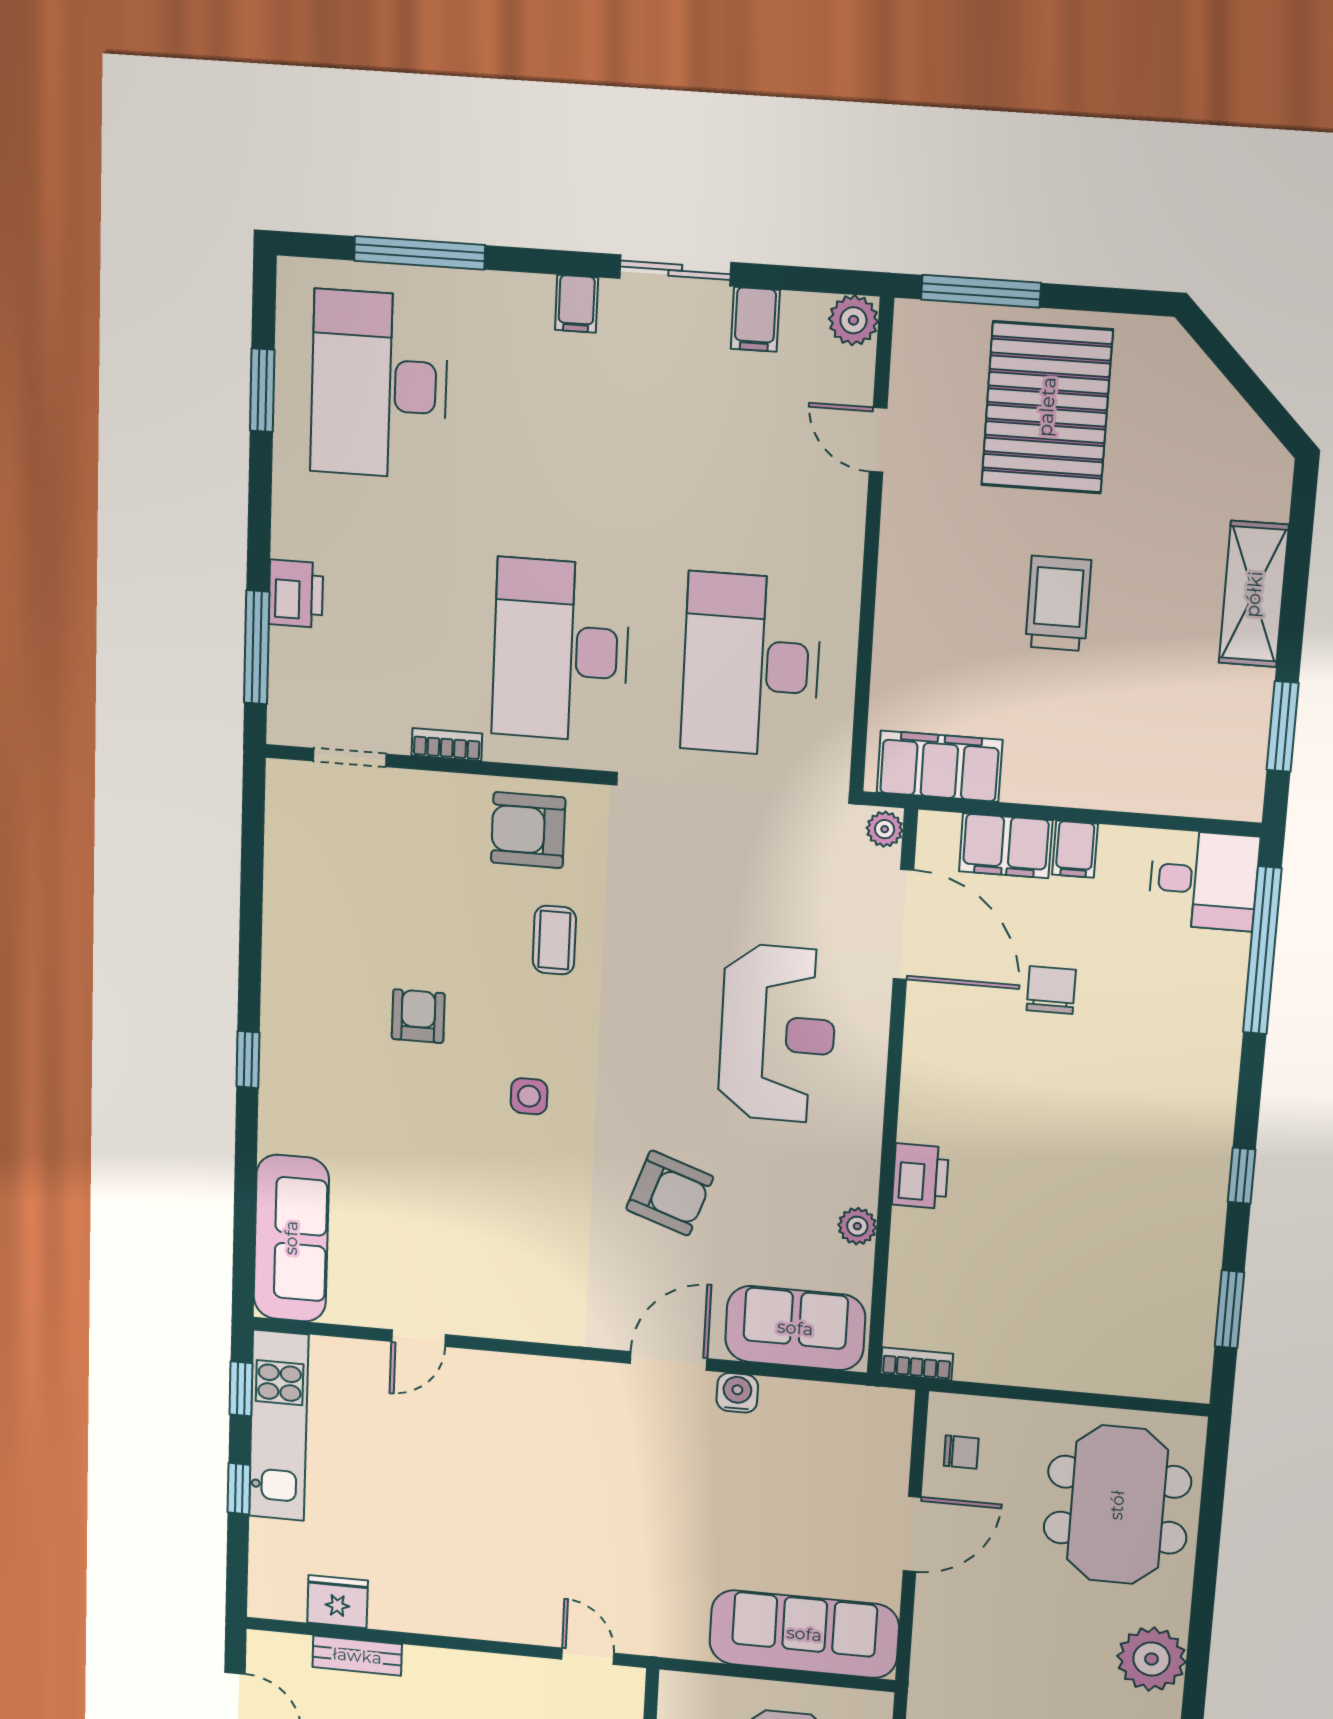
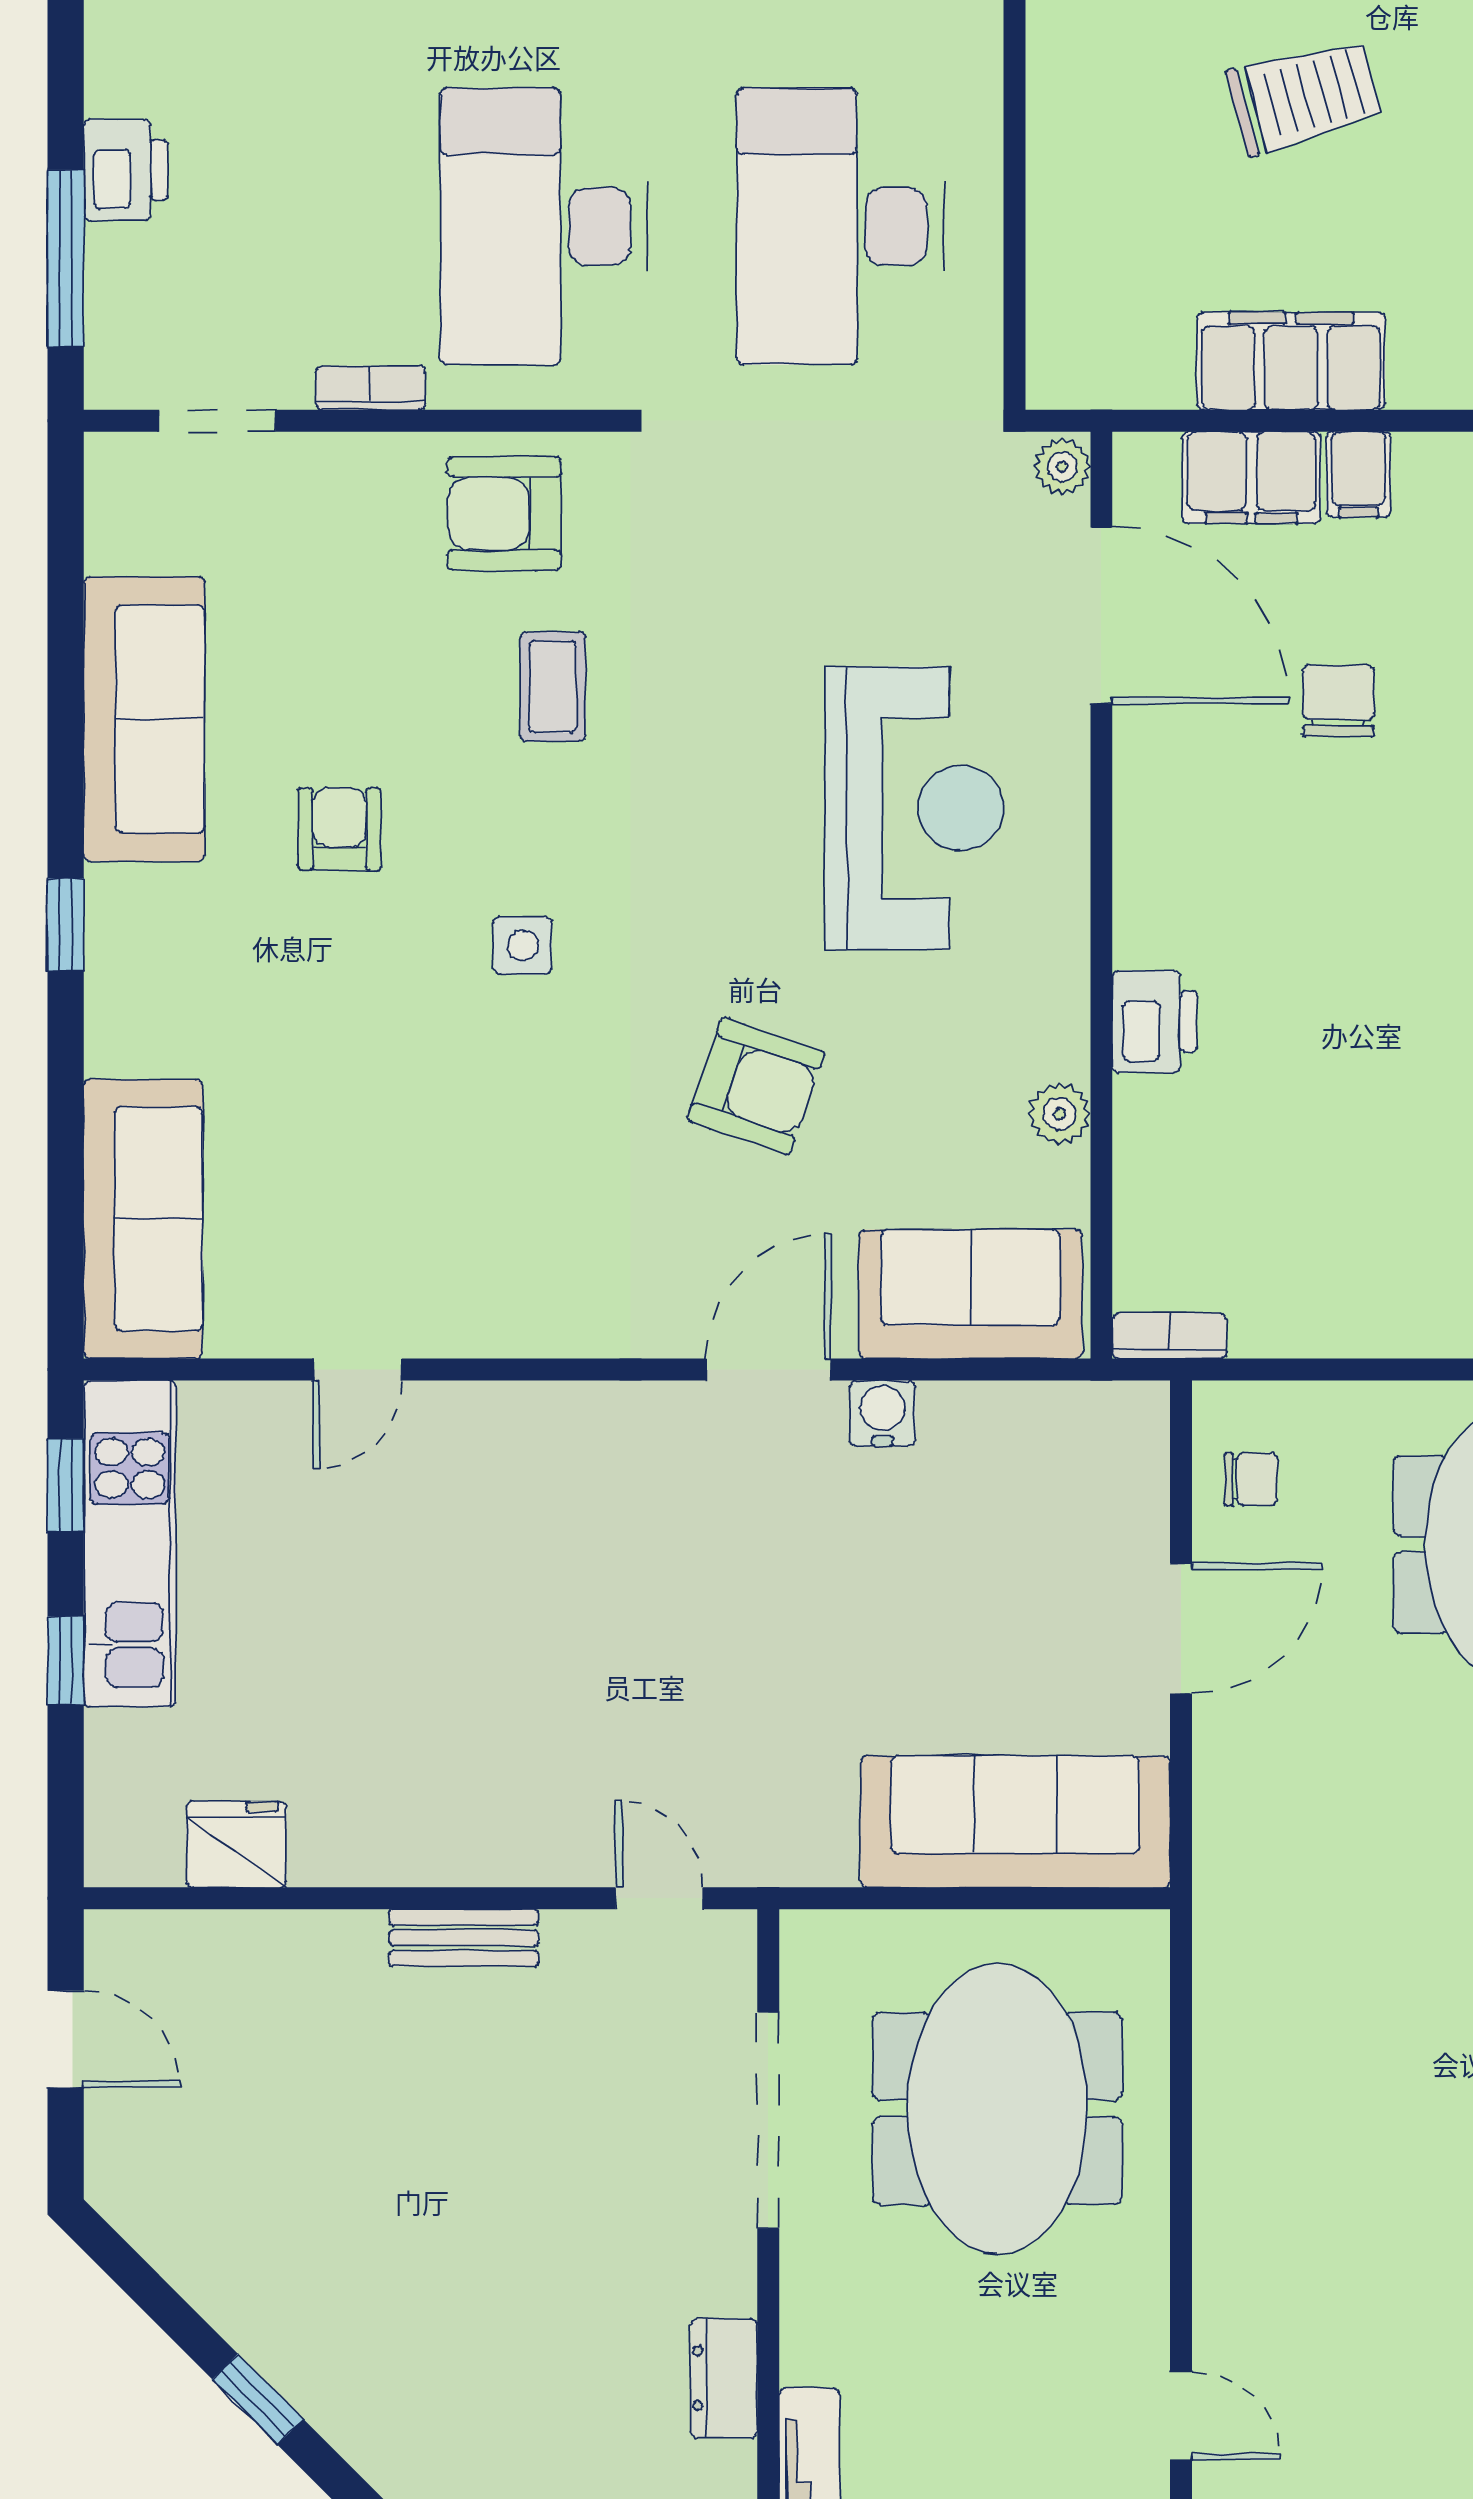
trolley: (1058, 603) -> (1304, 96), turned 75
filing cabinet: (940, 766) -> (1291, 361), moved
sofa: (299, 939) -> (144, 719), added
bench: (357, 1656) -> (464, 1938), moved

